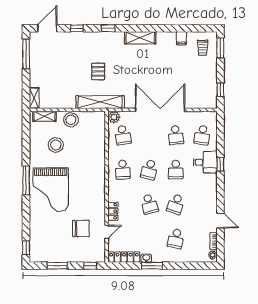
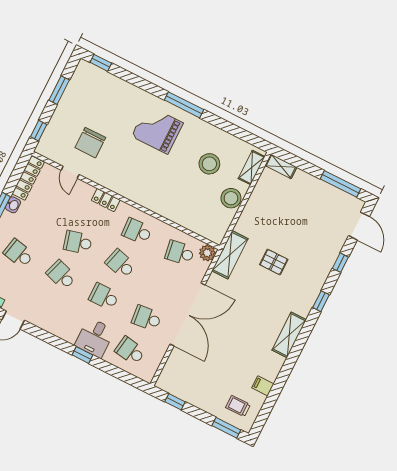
shelving: (100, 102) -> (230, 255), width x0.68
grand piano: (51, 190) -> (157, 130), width x0.73, depth x0.68
locker: (113, 211) -> (106, 200), moved

